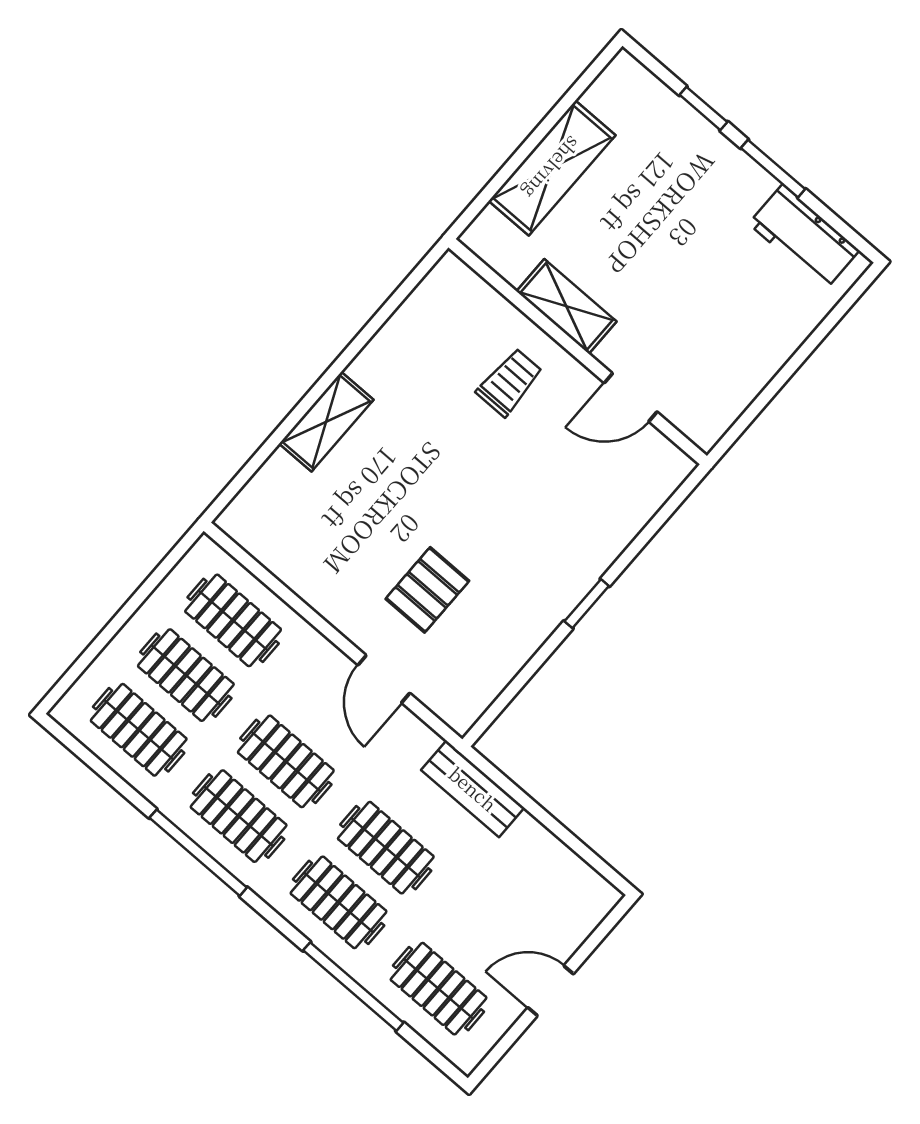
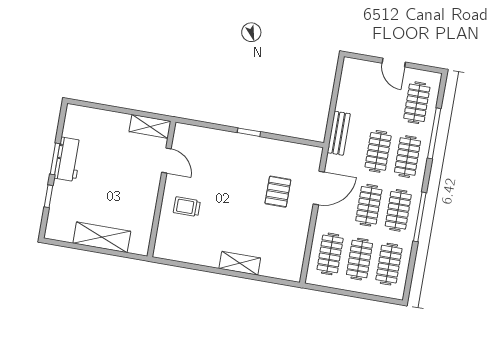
workbench: (804, 237) -> (68, 159), moved
shelving: (566, 306) -> (150, 126), moved, turned 90
pallet: (427, 590) -> (278, 192), turned 90
door: (384, 679) -> (319, 188), width x1.38

